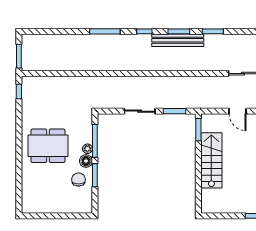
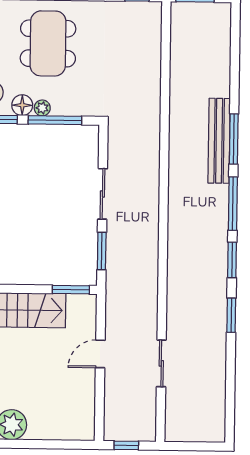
window: (144, 31) -> (233, 204), width x2.17
bench: (178, 40) -> (219, 141), moved

